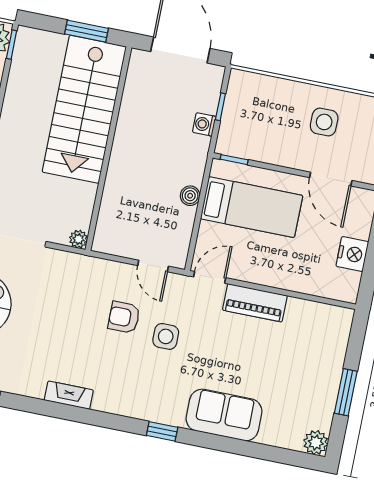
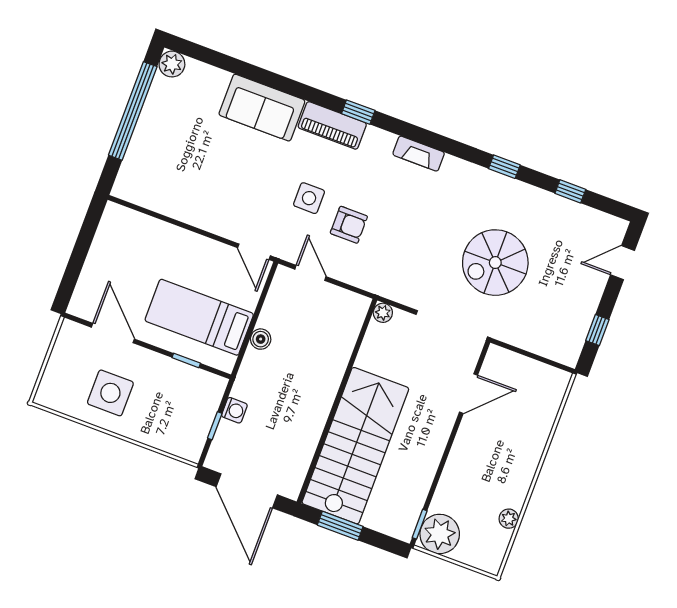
side table: (324, 122) -> (110, 393), width x1.37, depth x1.37
window: (234, 160) -> (186, 360), moved
nightstand: (352, 254) -> (103, 252), removed
door: (210, 277) -> (254, 252), hinge flipped
piano: (255, 303) -> (332, 125), moved, turned 180
window: (346, 392) -> (133, 111), width x2.11
window: (162, 431) -> (358, 112), moved

